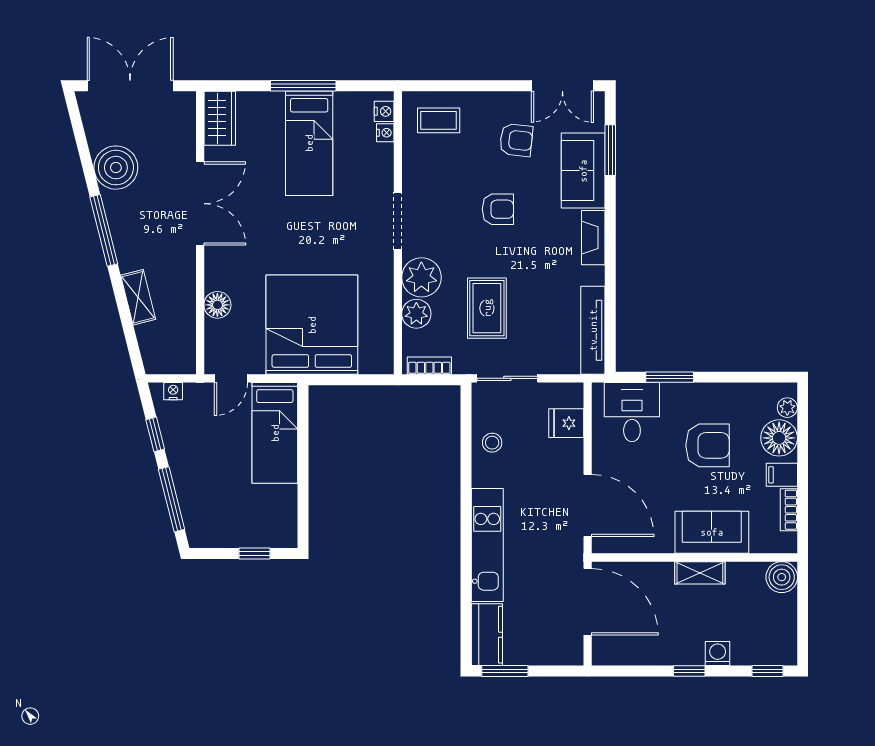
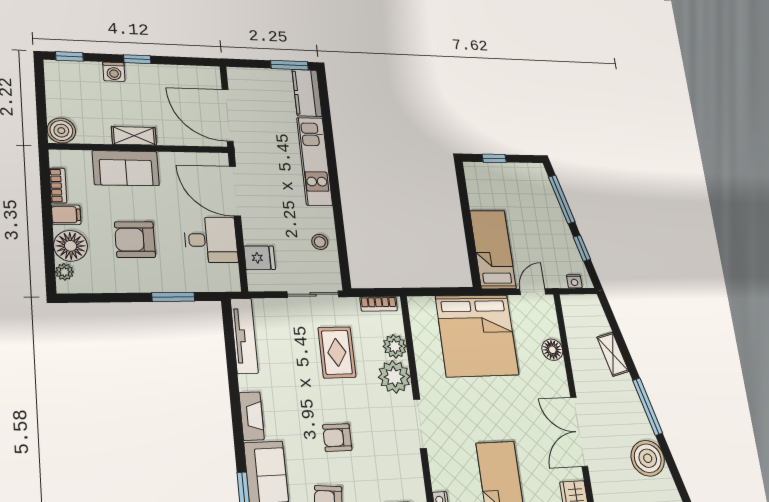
desk: (632, 412) -> (211, 240), moved, turned -90

